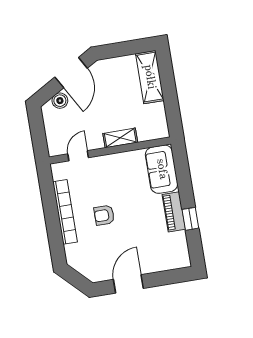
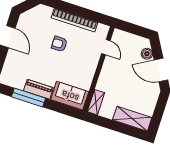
shelving: (120, 138) -> (96, 102), moved
armchair: (104, 215) -> (59, 44), turned -90
window: (190, 219) -> (28, 98), width x2.17

